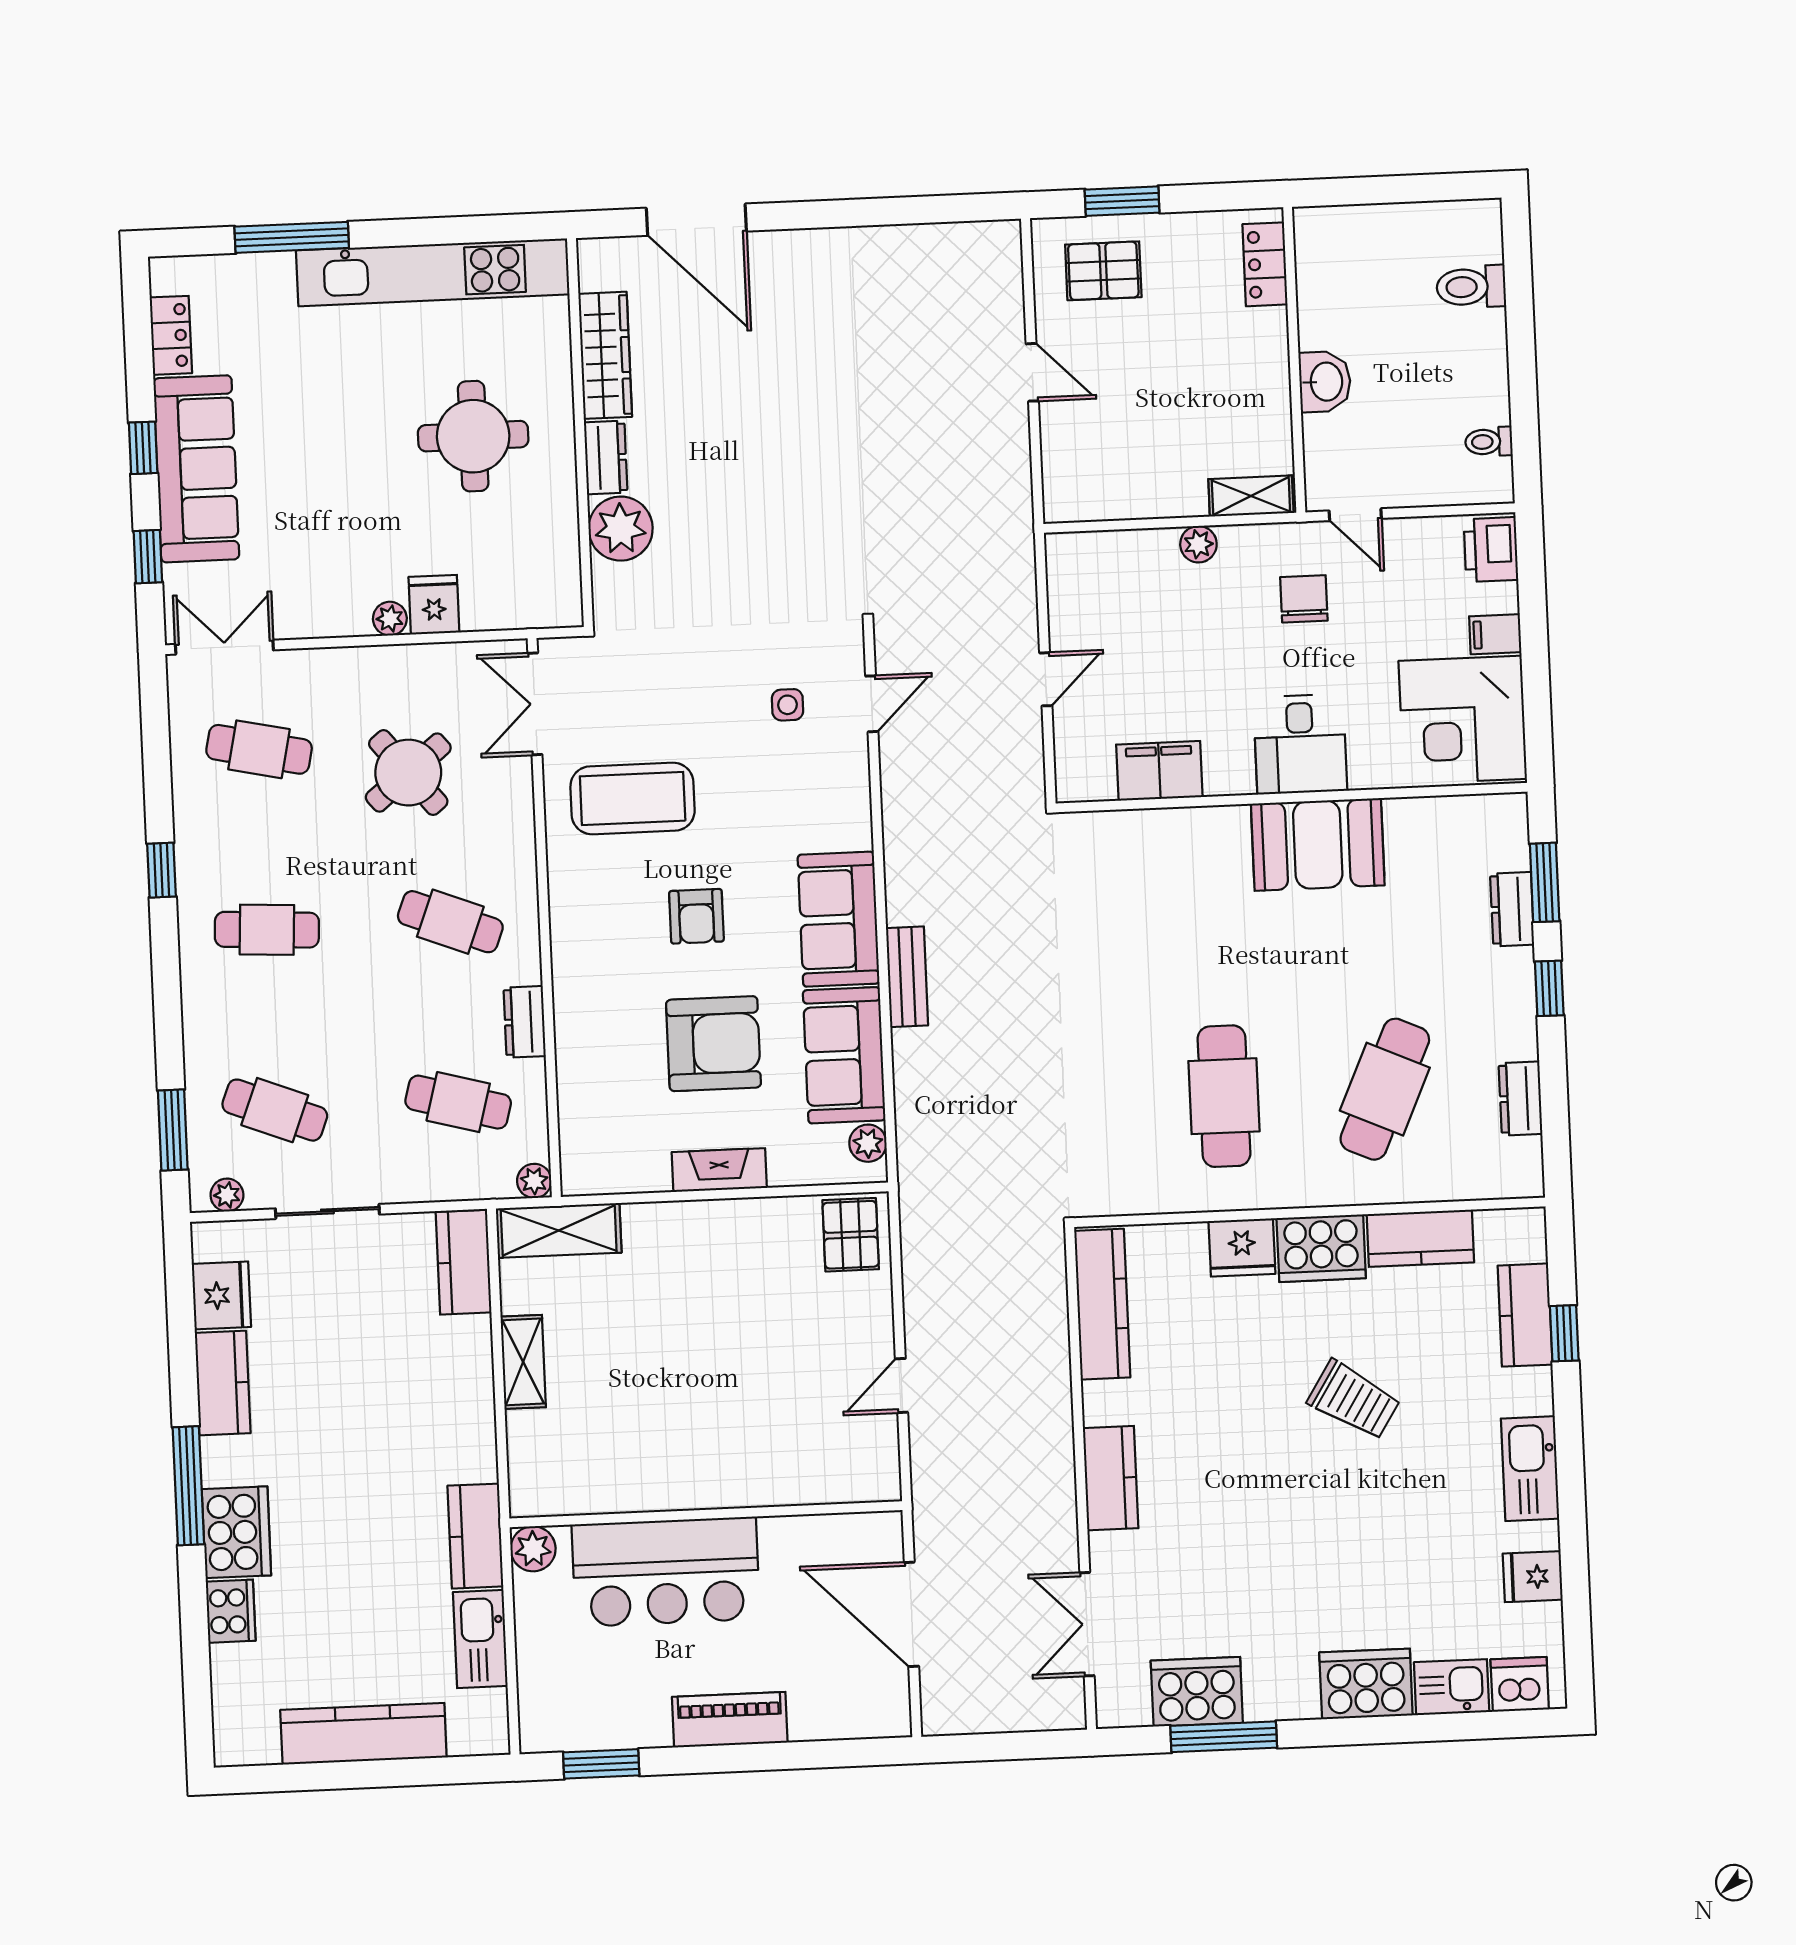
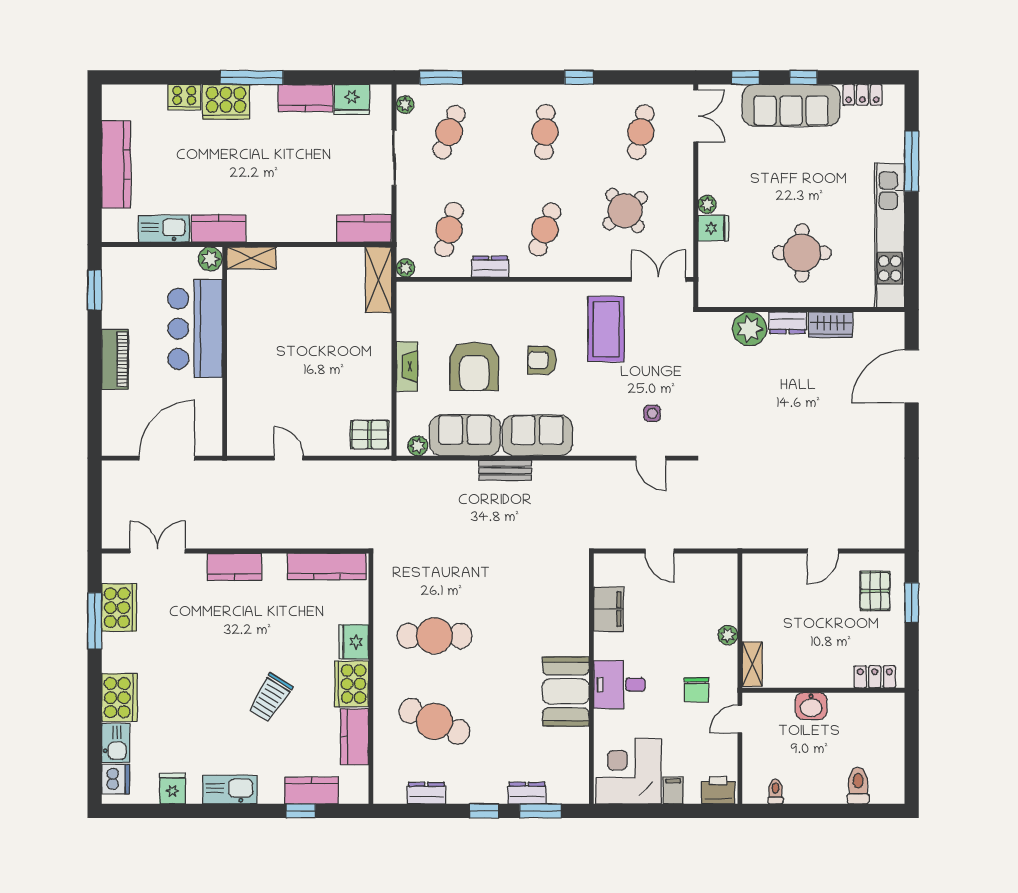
wardrobe: (605, 355) -> (831, 325), width x0.67
chair: (1304, 599) -> (696, 690), turned 90
shelving: (523, 1362) -> (251, 258), moved

